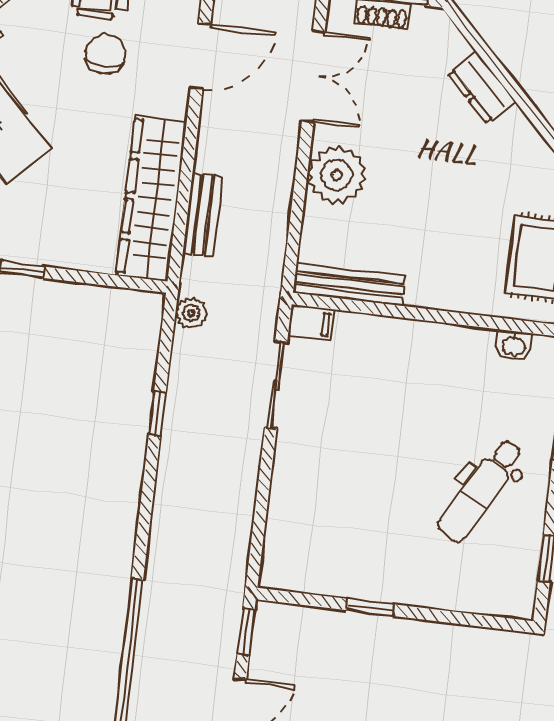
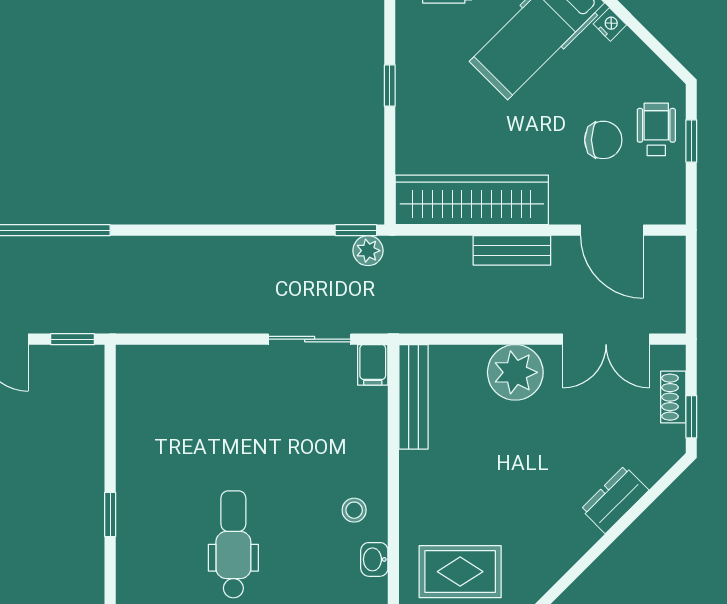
bench: (203, 215) -> (512, 250), moved
stool: (460, 360) -> (354, 510), added
window: (157, 413) -> (356, 230), moved
dental chair: (480, 490) -> (233, 544), turned 61
window: (370, 607) -> (110, 514), moved

